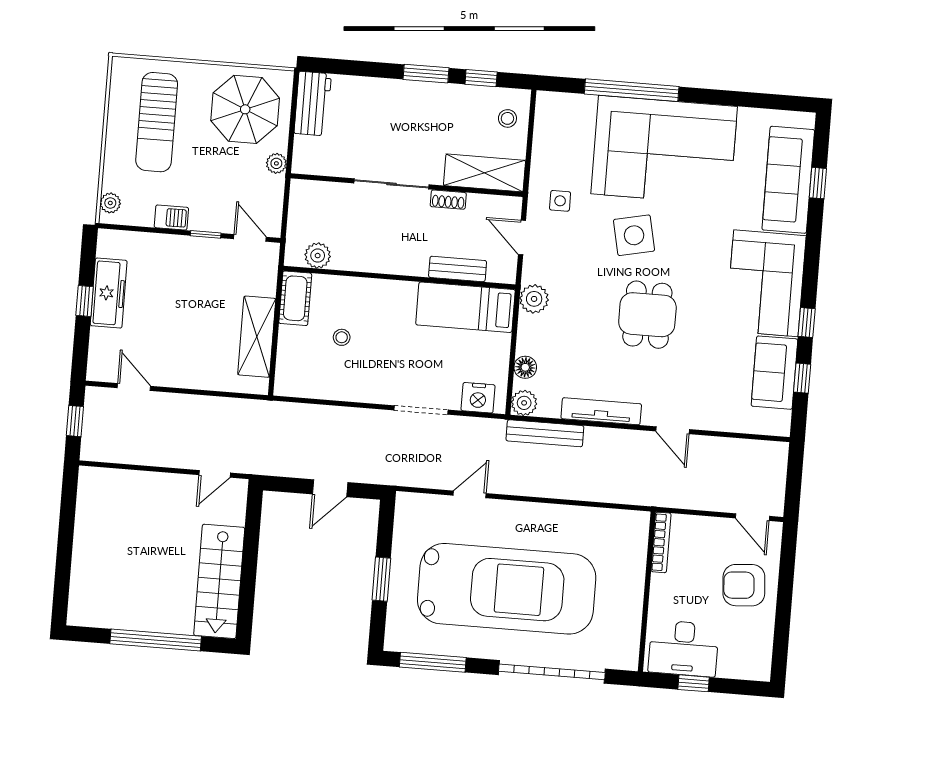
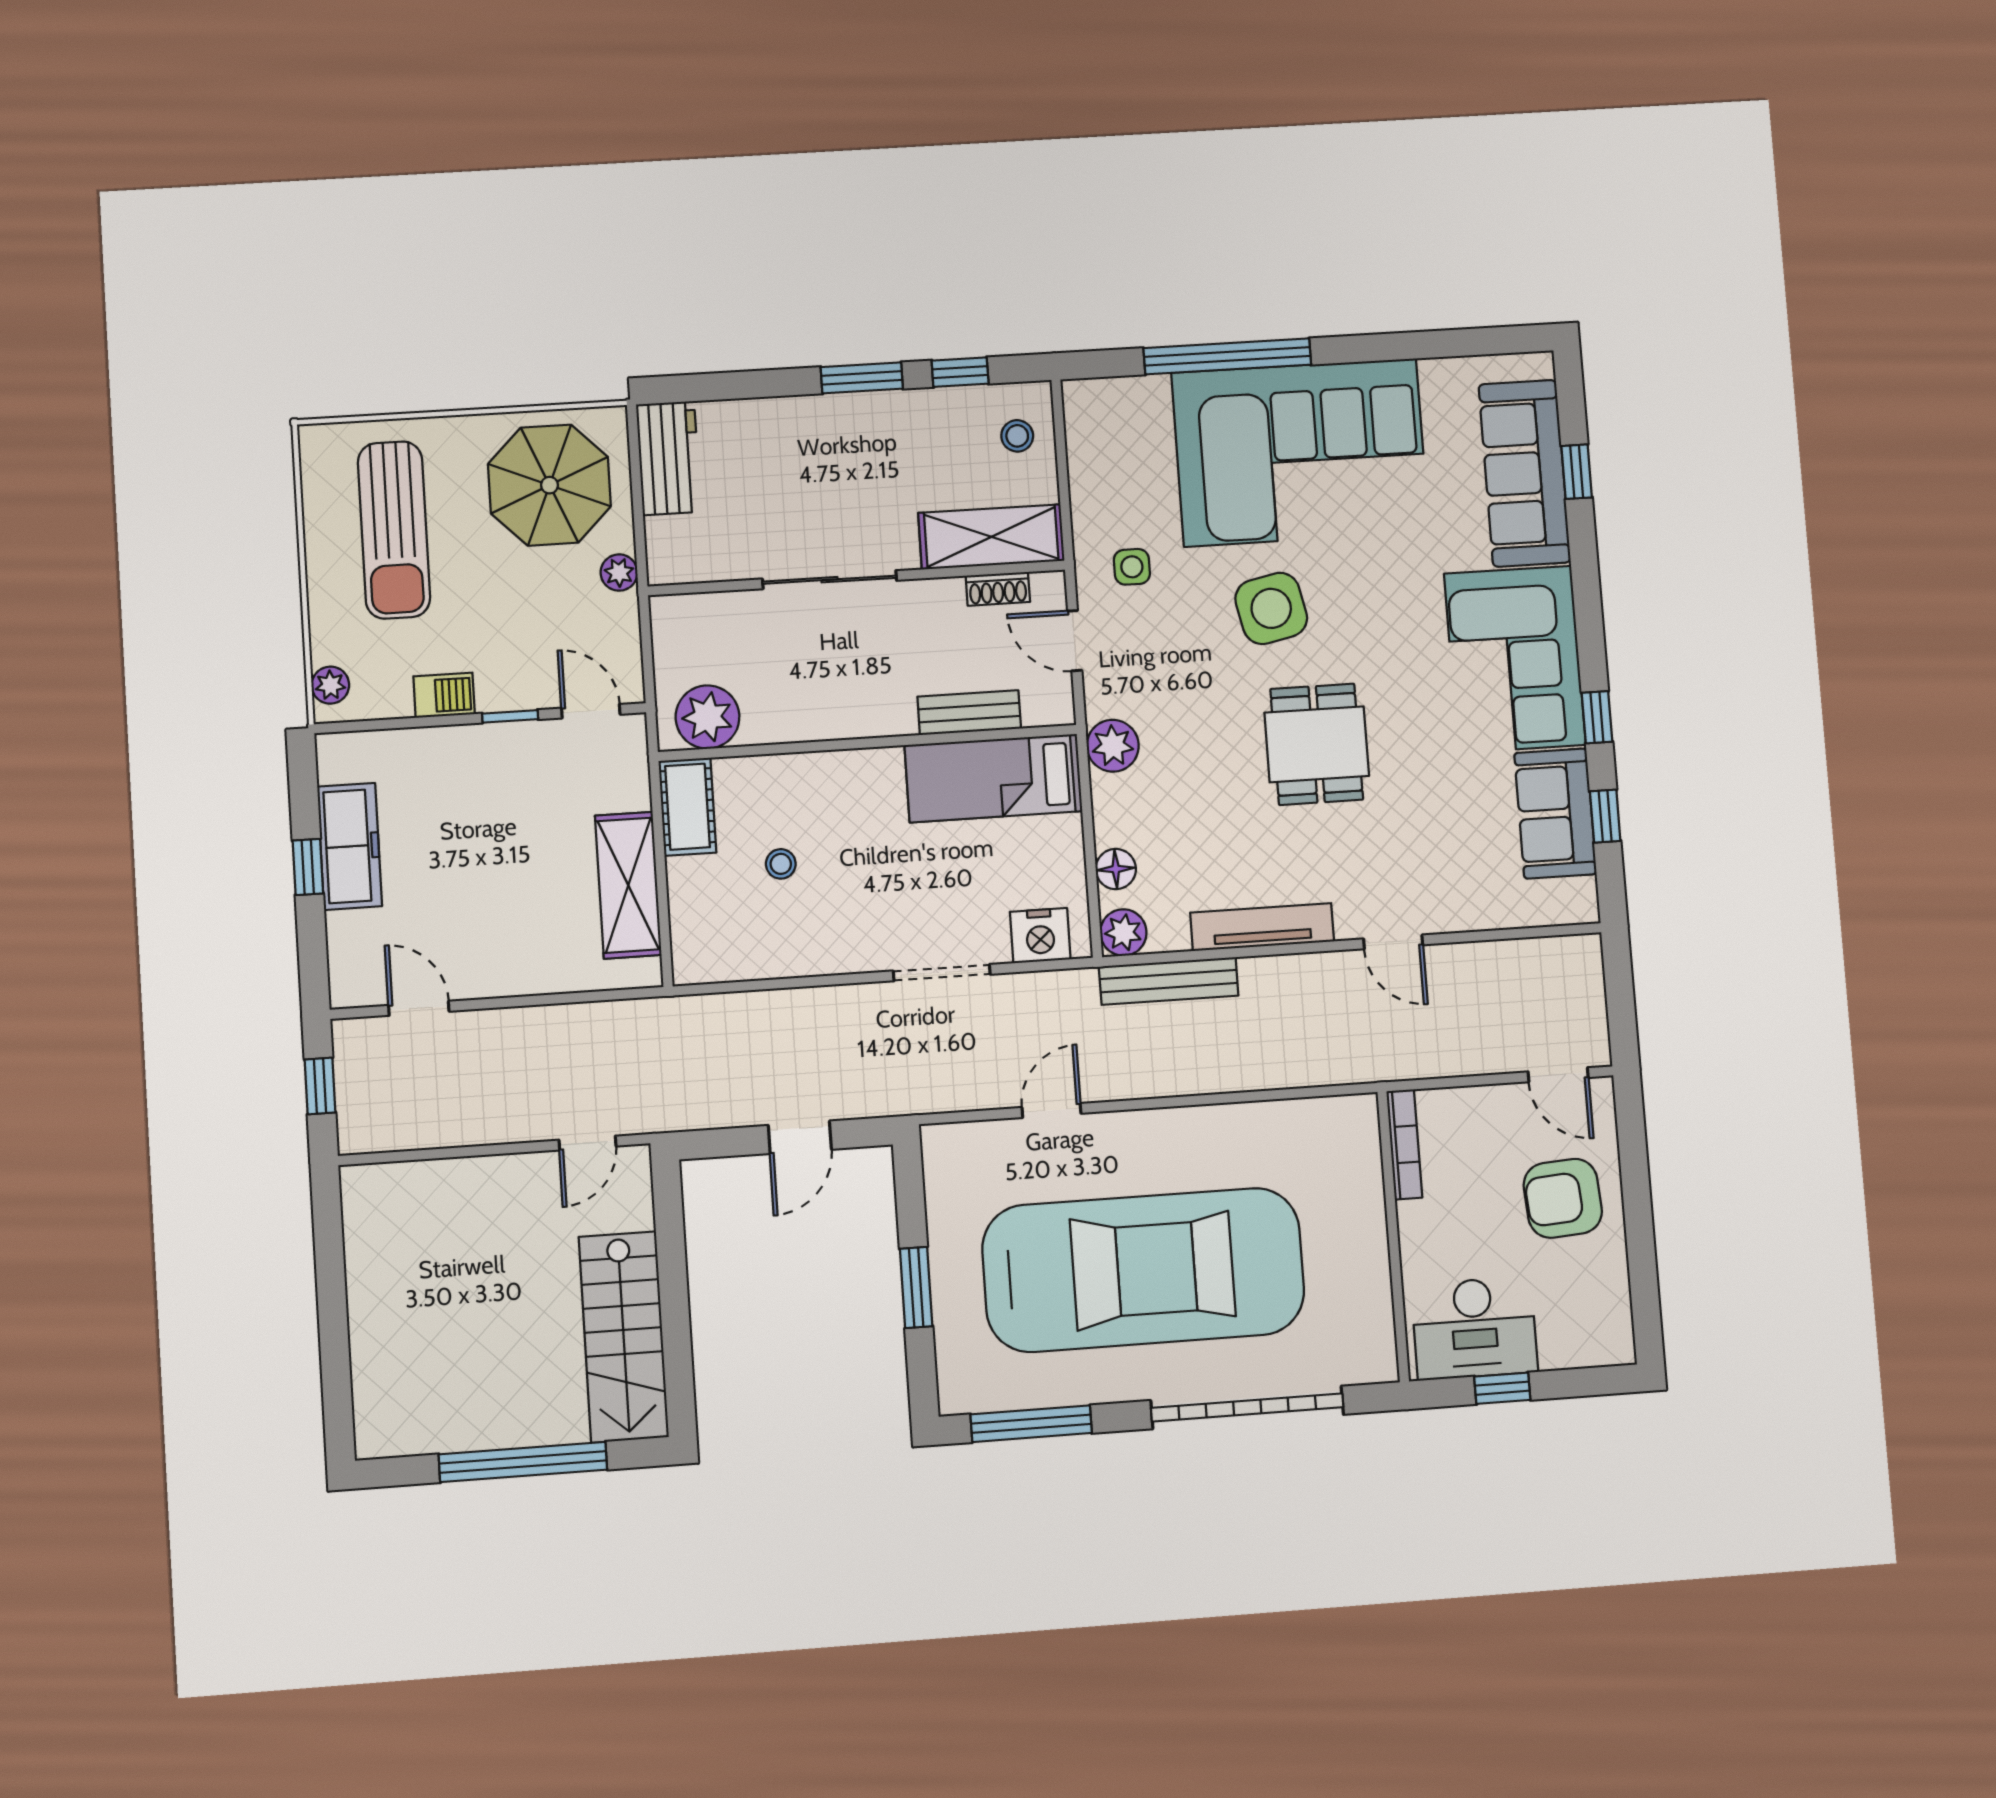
shoe rack: (448, 200) -> (998, 589), moved
plant: (318, 256) -> (707, 717), width x1.36, depth x1.36

